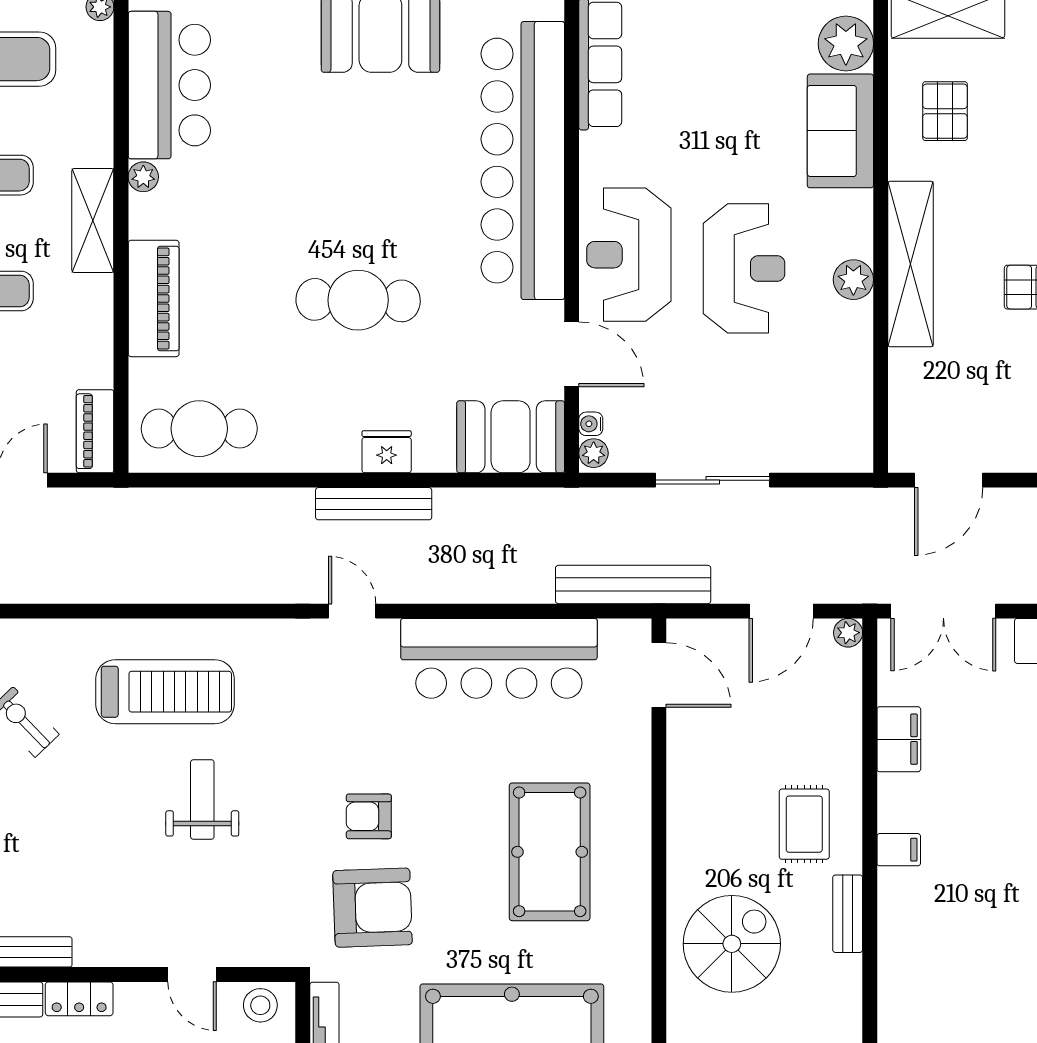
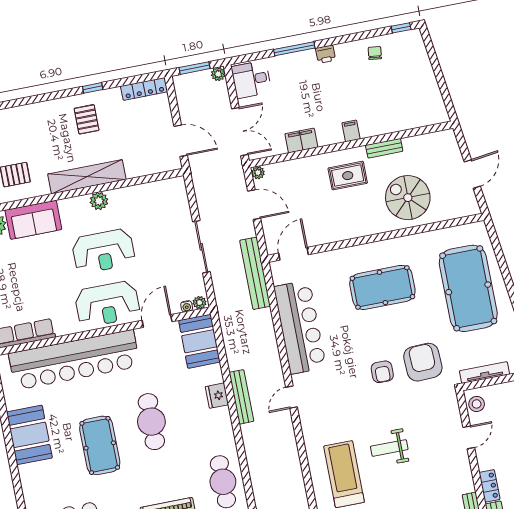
pool table: (329, 179) -> (100, 445), added
reception desk: (744, 268) -> (103, 251), turned 180

